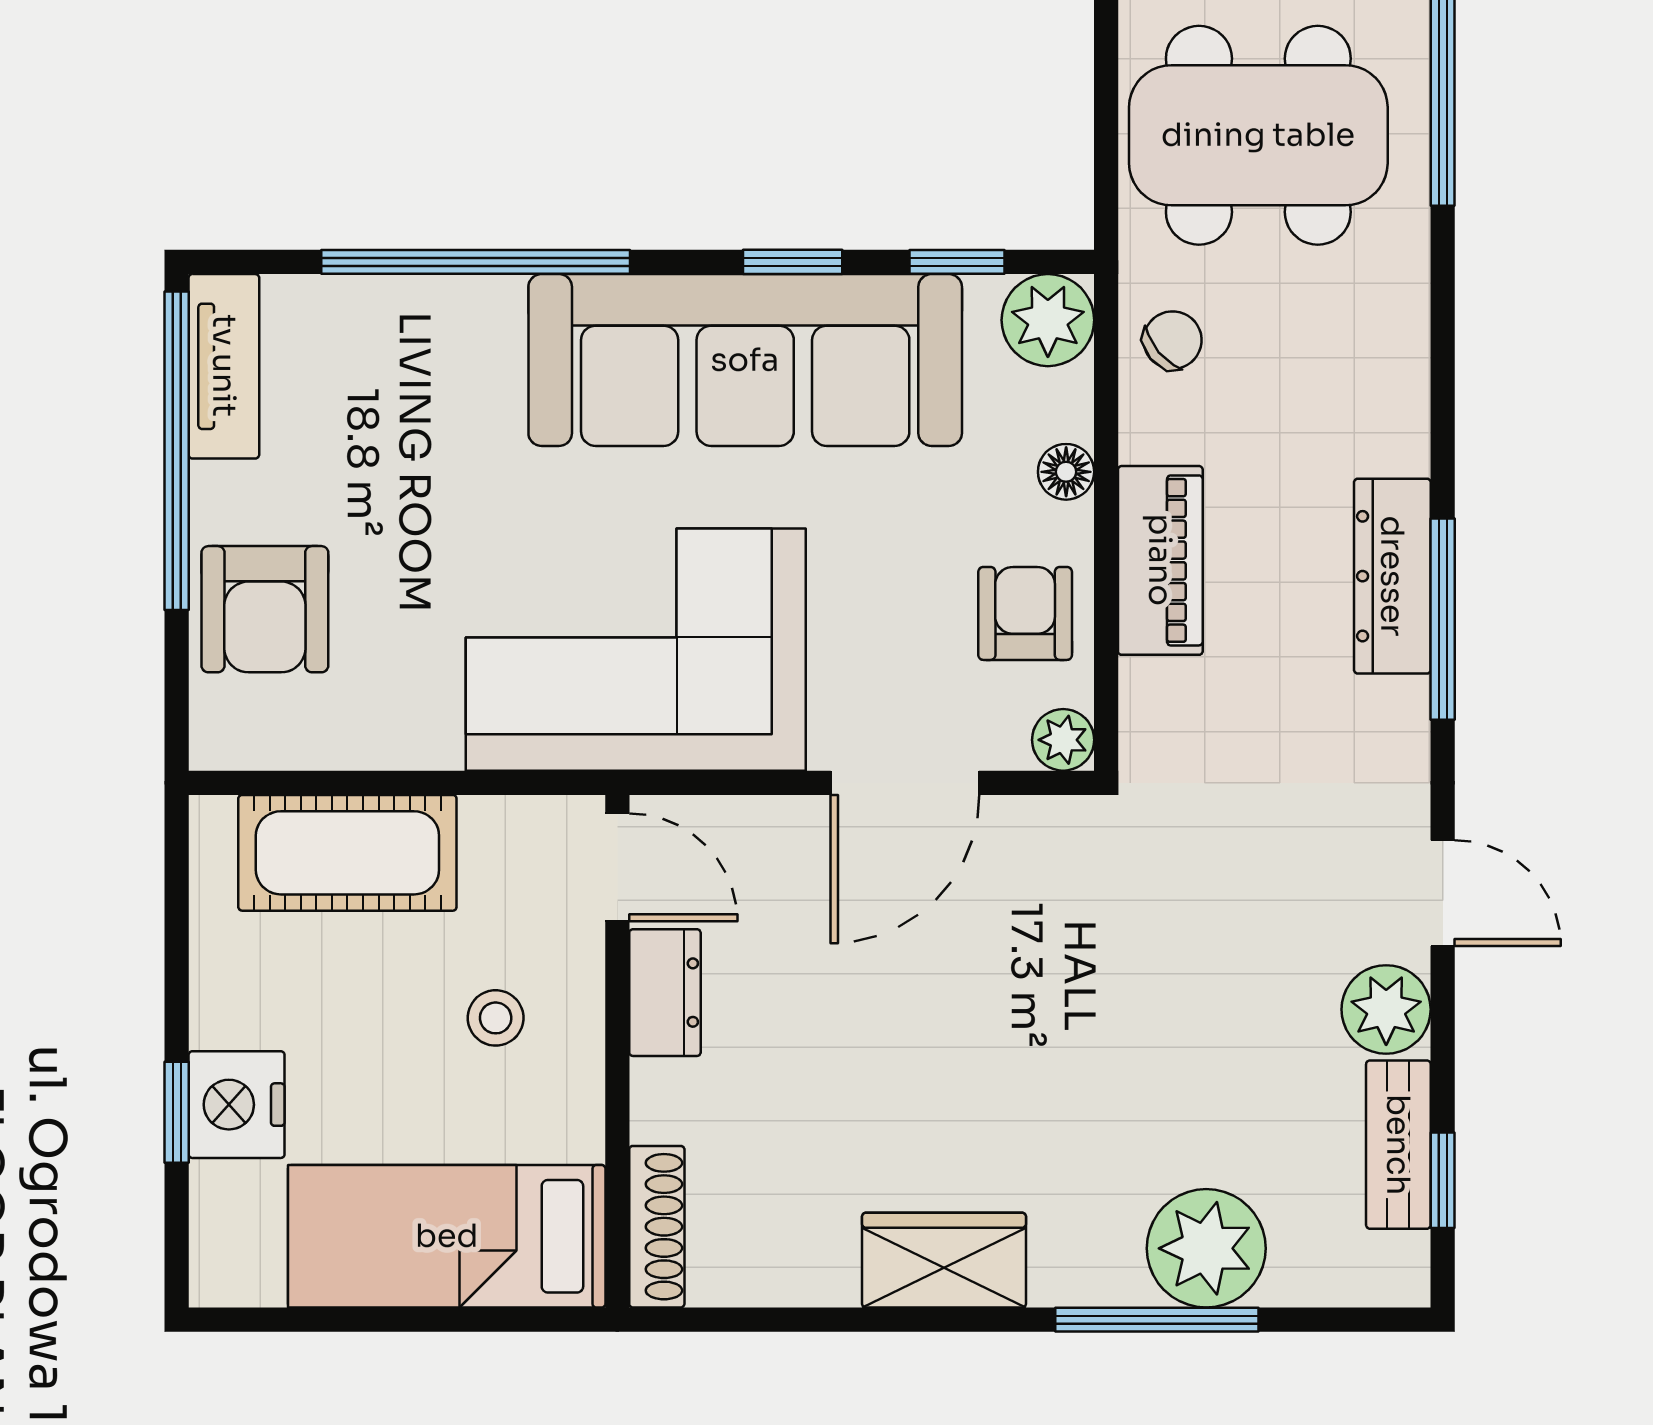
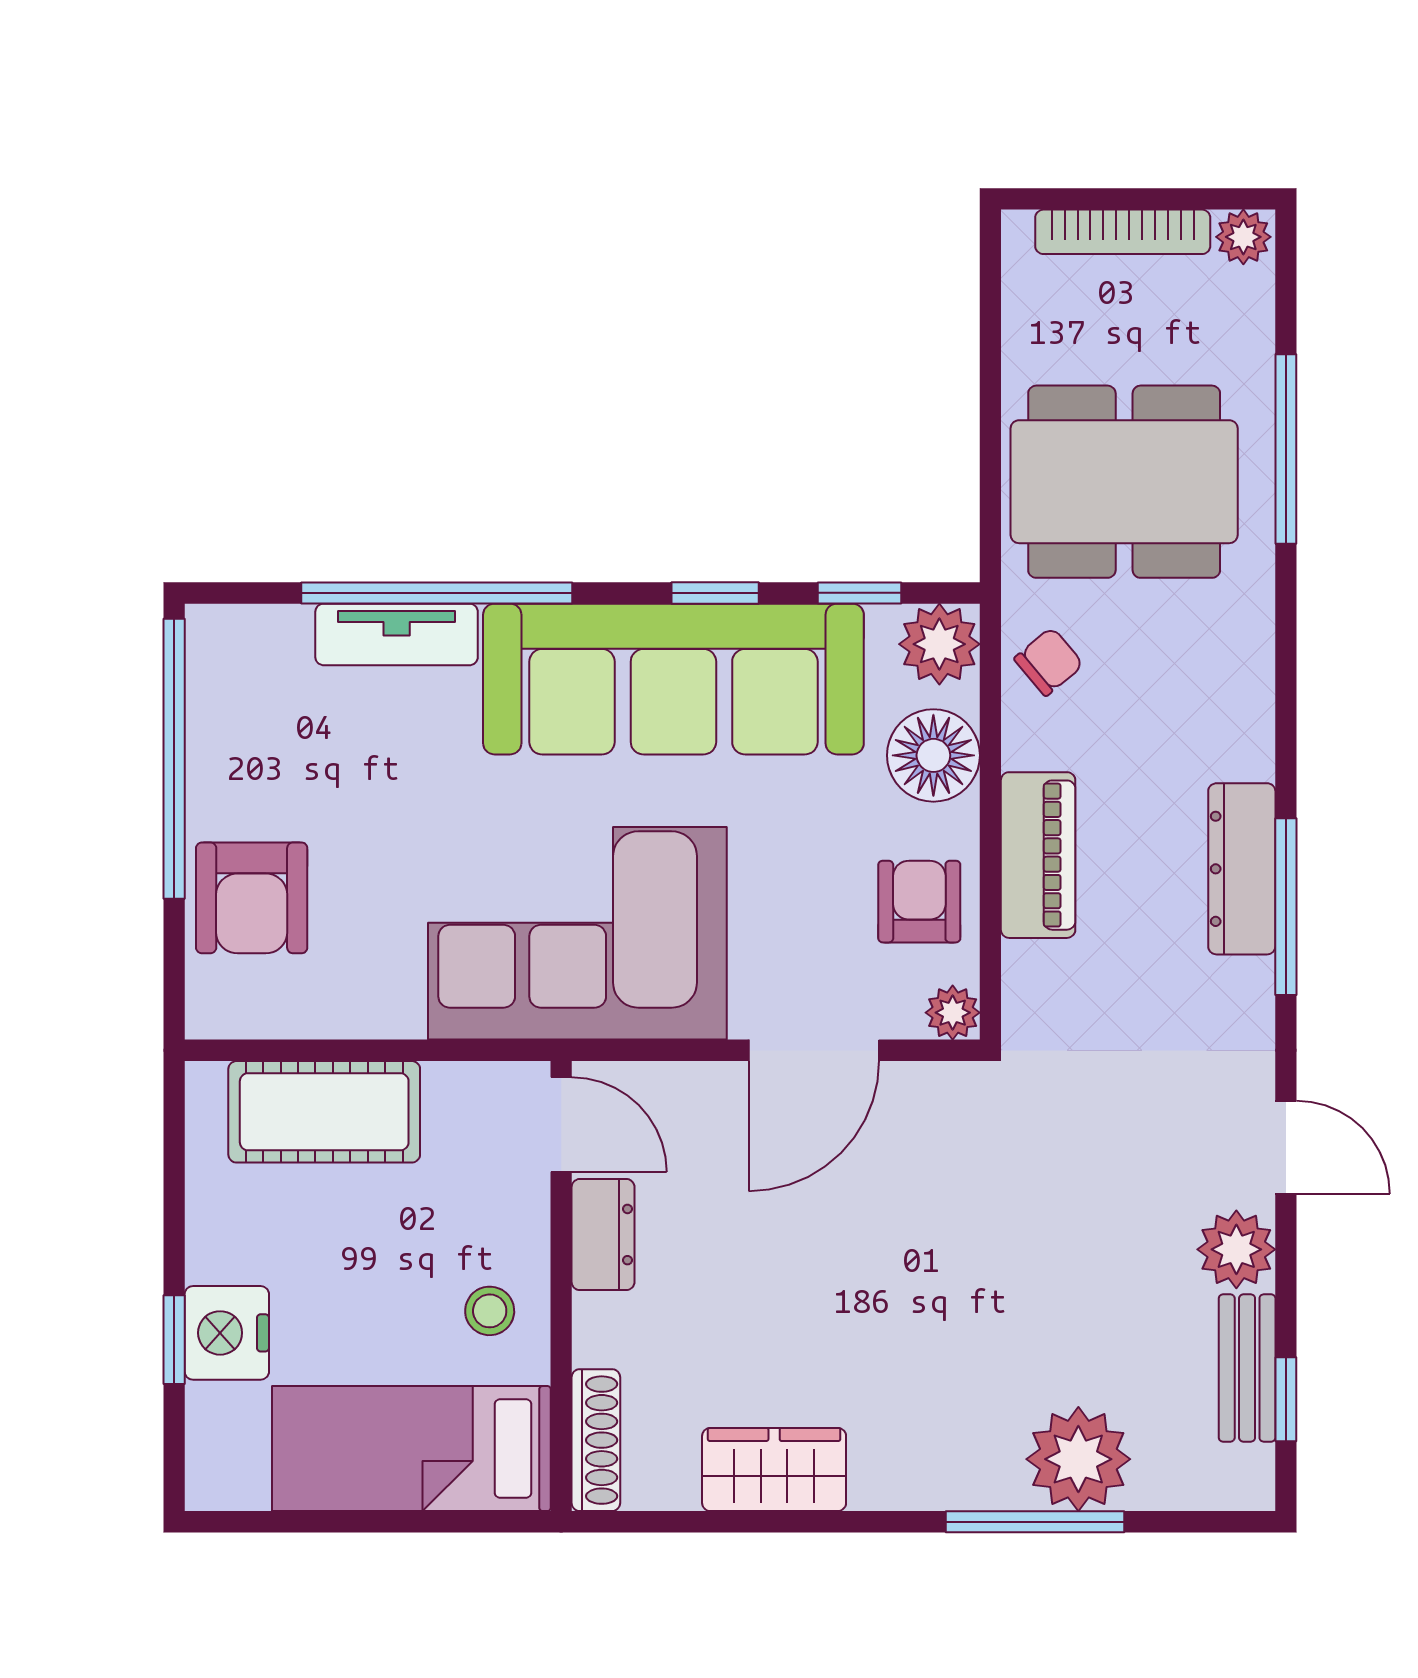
tv unit: (224, 366) -> (397, 634), moved, turned 90
floor lamp: (1066, 472) -> (933, 755), width x1.89, depth x1.89
stool: (496, 1018) -> (490, 1311), moved
wardrobe: (944, 1260) -> (774, 1469), moved

